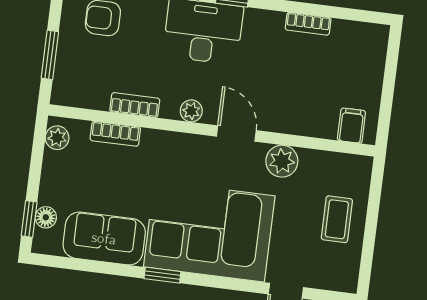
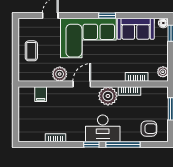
plant: (191, 111) -> (108, 96), width x1.88, depth x1.88
filing cabinet: (351, 126) -> (41, 94), moved
door: (236, 133) -> (82, 84), swing flipped
floor lamp: (46, 217) -> (163, 23), moved

